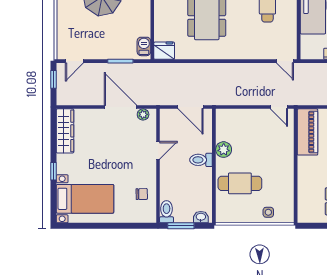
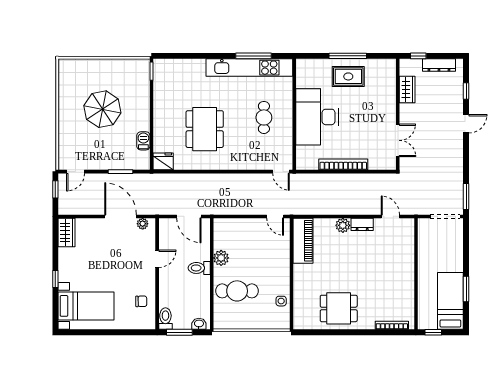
barbecue: (144, 46) -> (143, 141), moved
wardrobe: (65, 131) -> (66, 233), width x0.67
side table: (268, 212) -> (281, 301), moved

